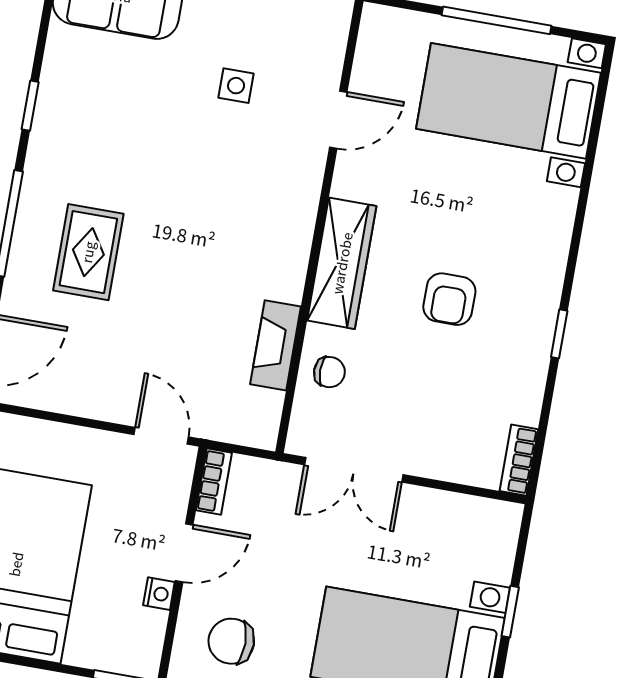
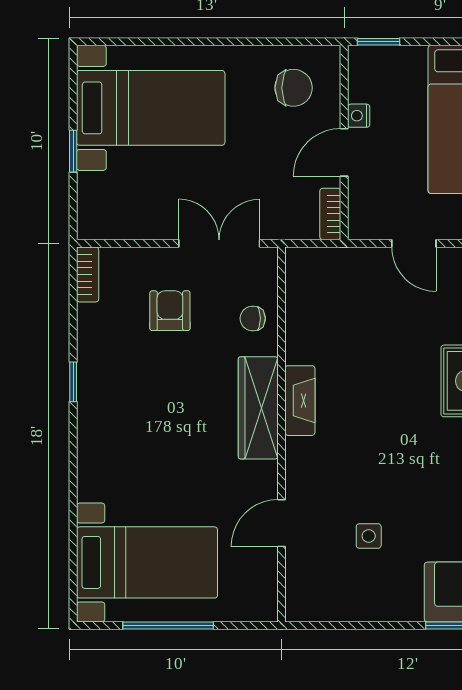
armchair: (449, 299) -> (170, 311), moved
fireplace: (276, 345) -> (300, 401), moved
door: (161, 436) -> (414, 243), moved

